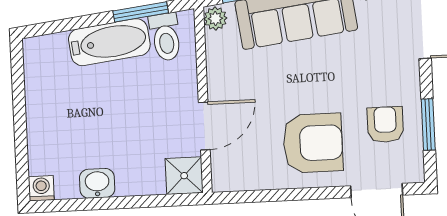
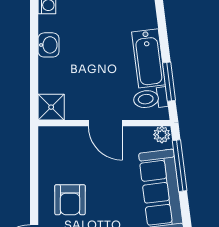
door: (204, 126) -> (105, 123), moved
armchair: (313, 143) -> (70, 200), width x0.73, depth x0.73

